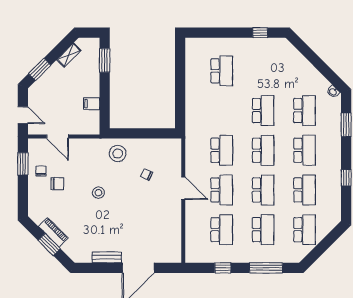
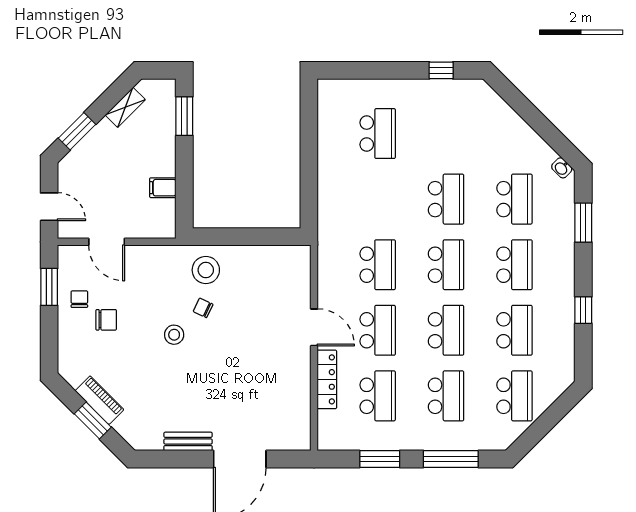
chair: (147, 175) -> (203, 308), moved
locker: (191, 220) -> (327, 379), added
window: (223, 268) -> (380, 459), width x1.50

